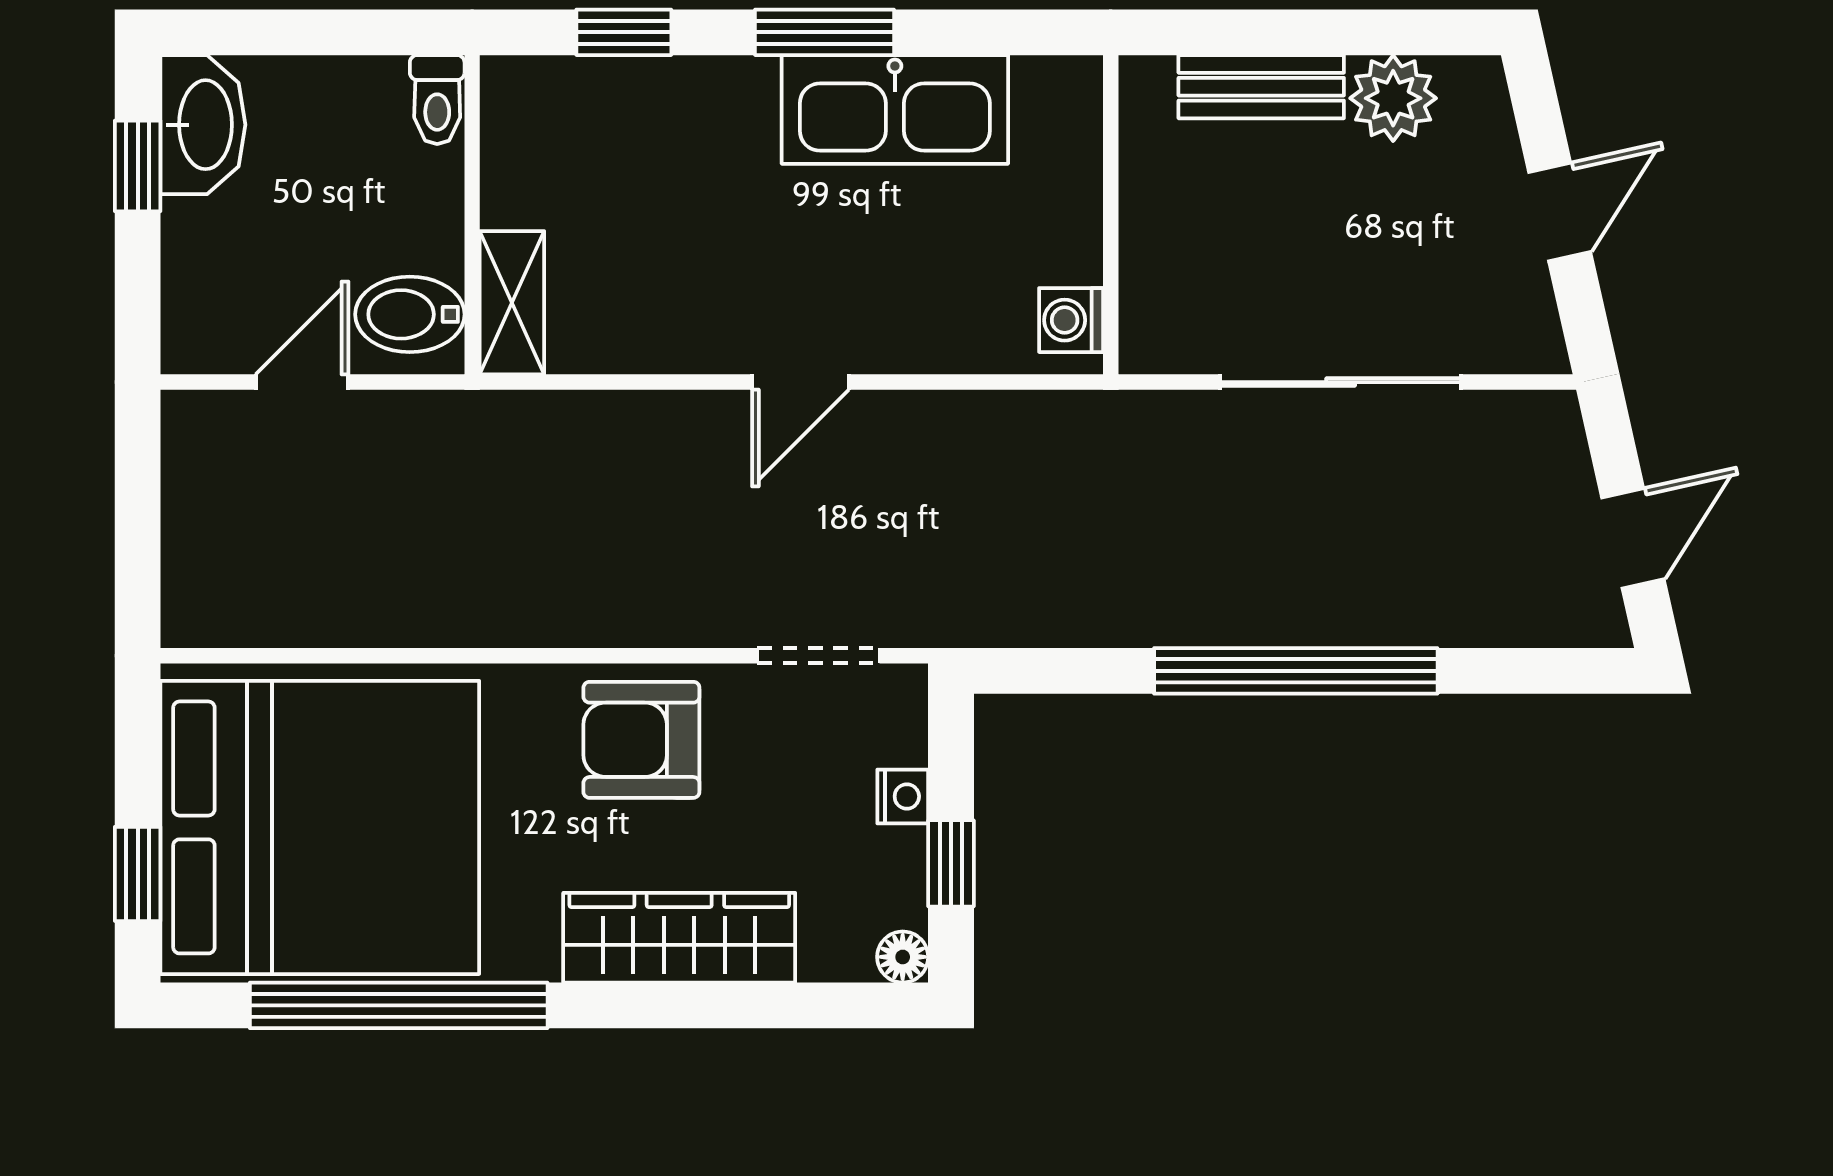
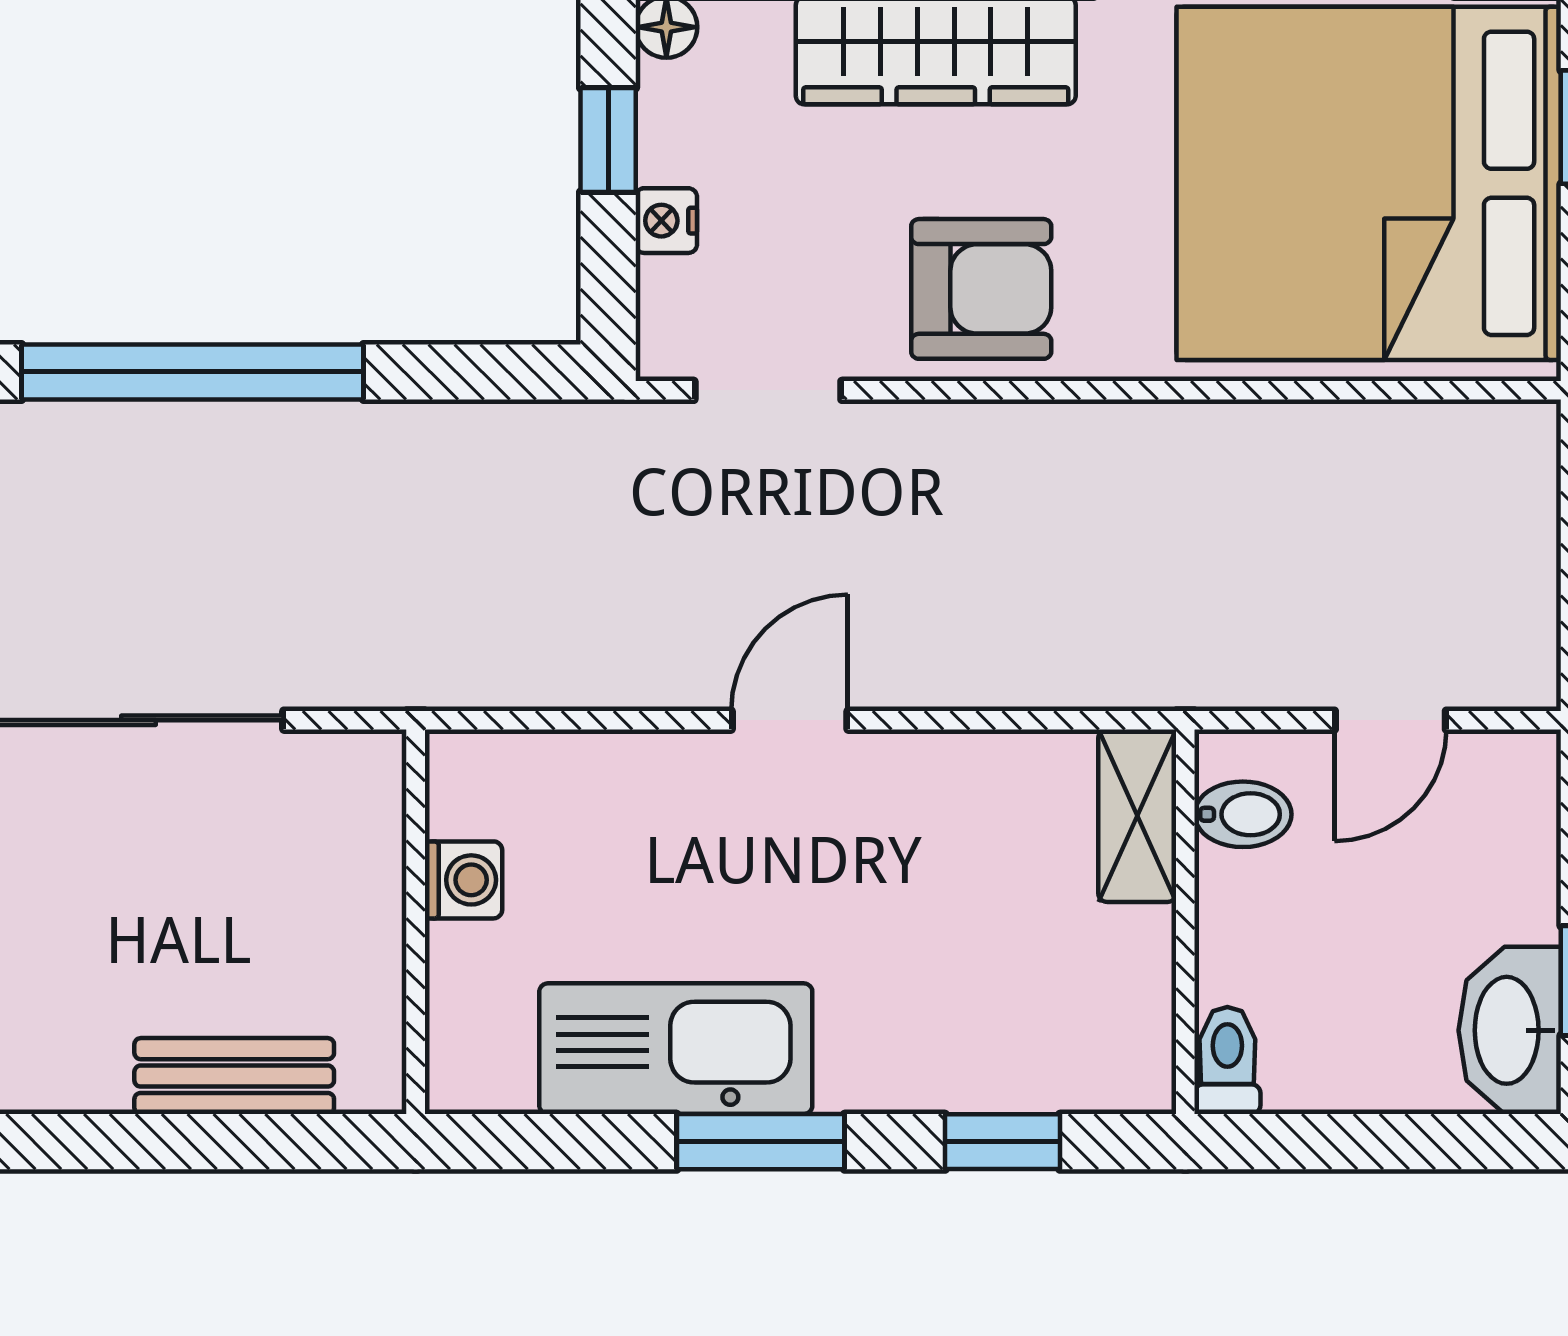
plant: (1393, 98) -> (75, 1062), removed
bidet: (410, 314) -> (1243, 814), width x0.72, depth x0.74
washing machine: (1071, 320) -> (463, 880), moved

